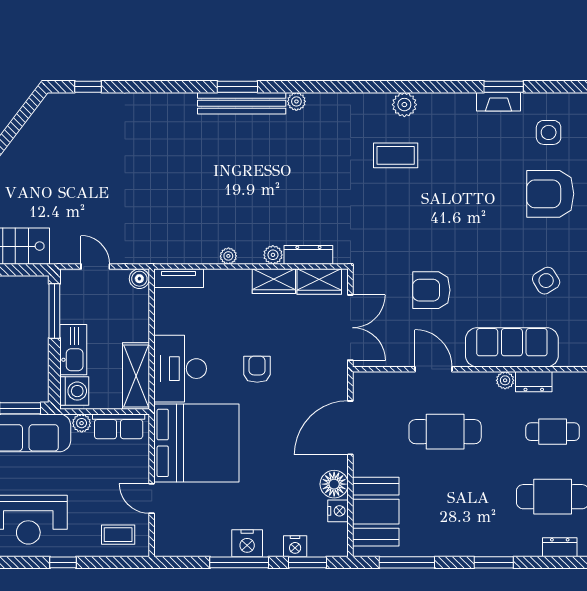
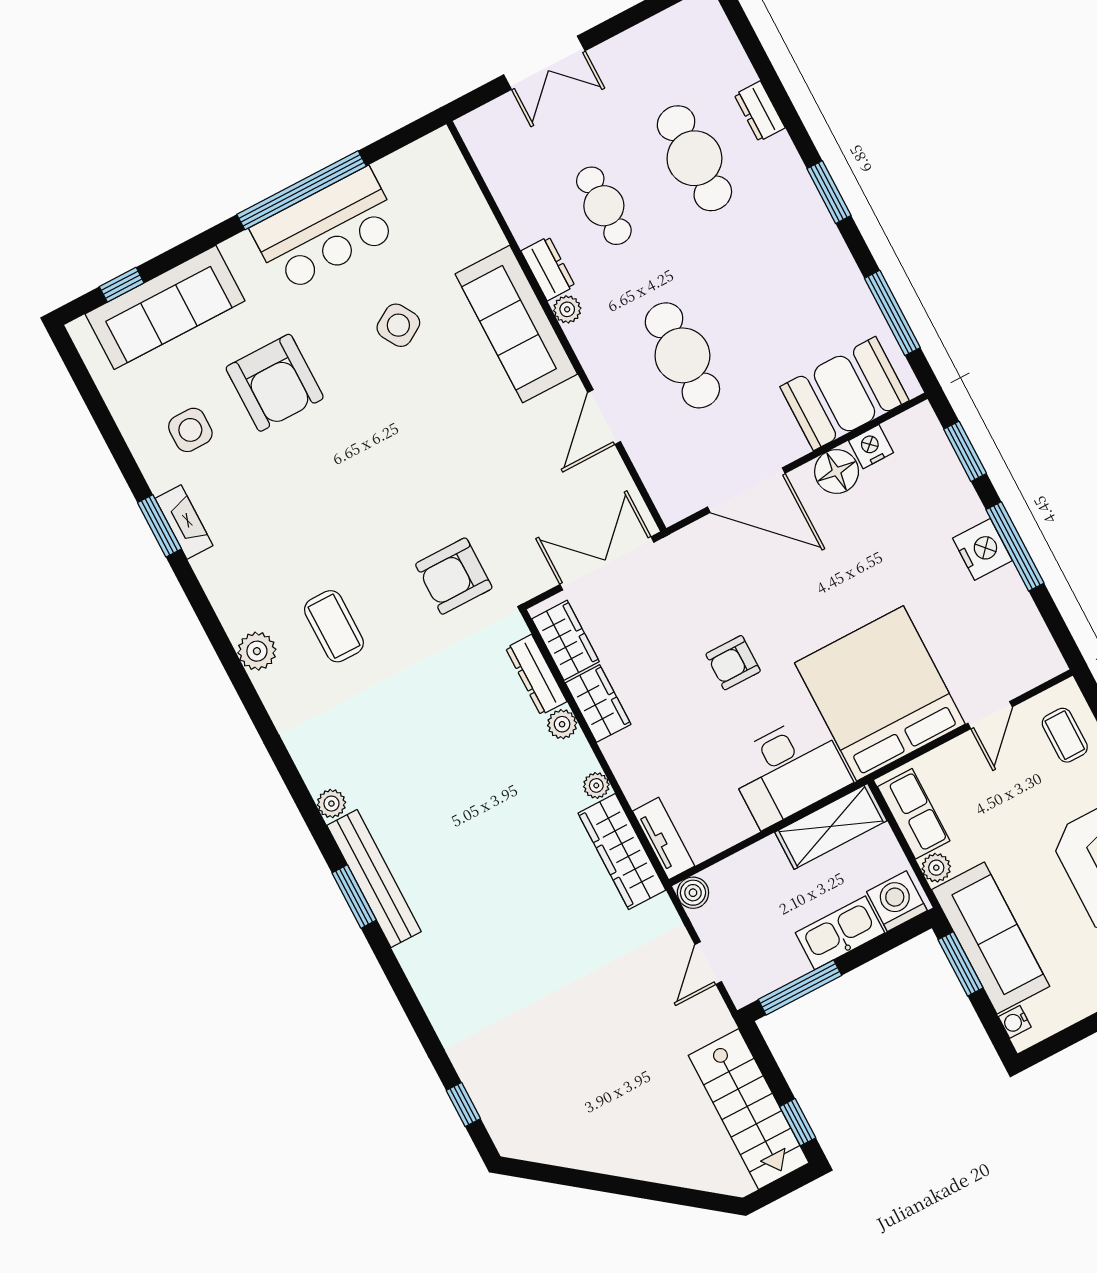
wardrobe: (184, 251) -> (622, 852), added
armchair: (431, 290) -> (454, 576), moved, turned 90
nightstand: (295, 546) -> (952, 480), removed

